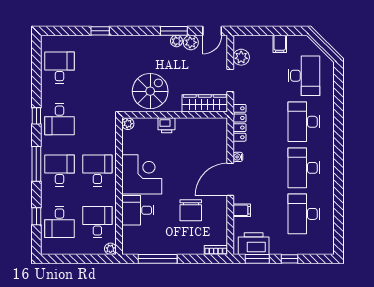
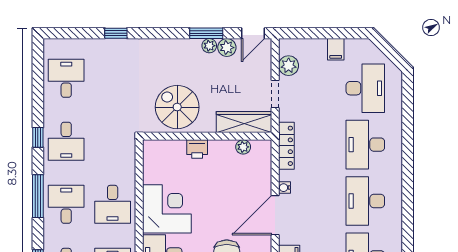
spiral stairs: (150, 91) -> (177, 107), turned -90
plant: (128, 124) -> (243, 147), moved
desk: (97, 171) -> (113, 204), turned 180

